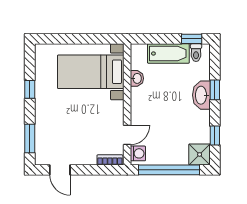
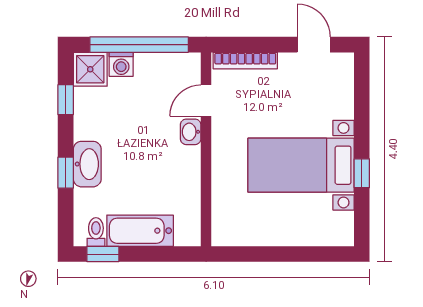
bed with nightstands: (91, 72) -> (301, 165), moved, turned 180
washbasin: (137, 78) -> (191, 132), moved
window: (30, 139) -> (362, 95), removed
washing machine: (138, 153) -> (121, 64), moved, turned -90
bookcase: (110, 160) -> (245, 61), width x1.56

